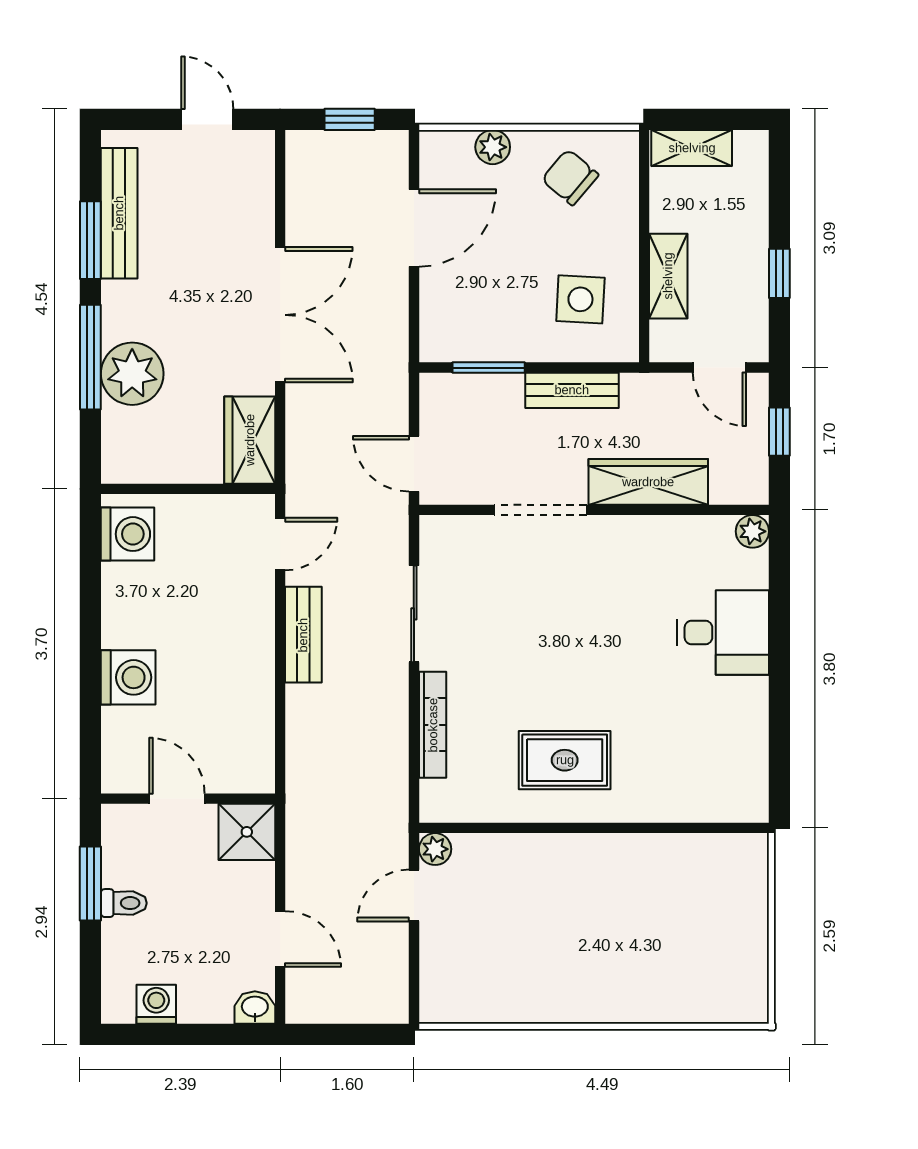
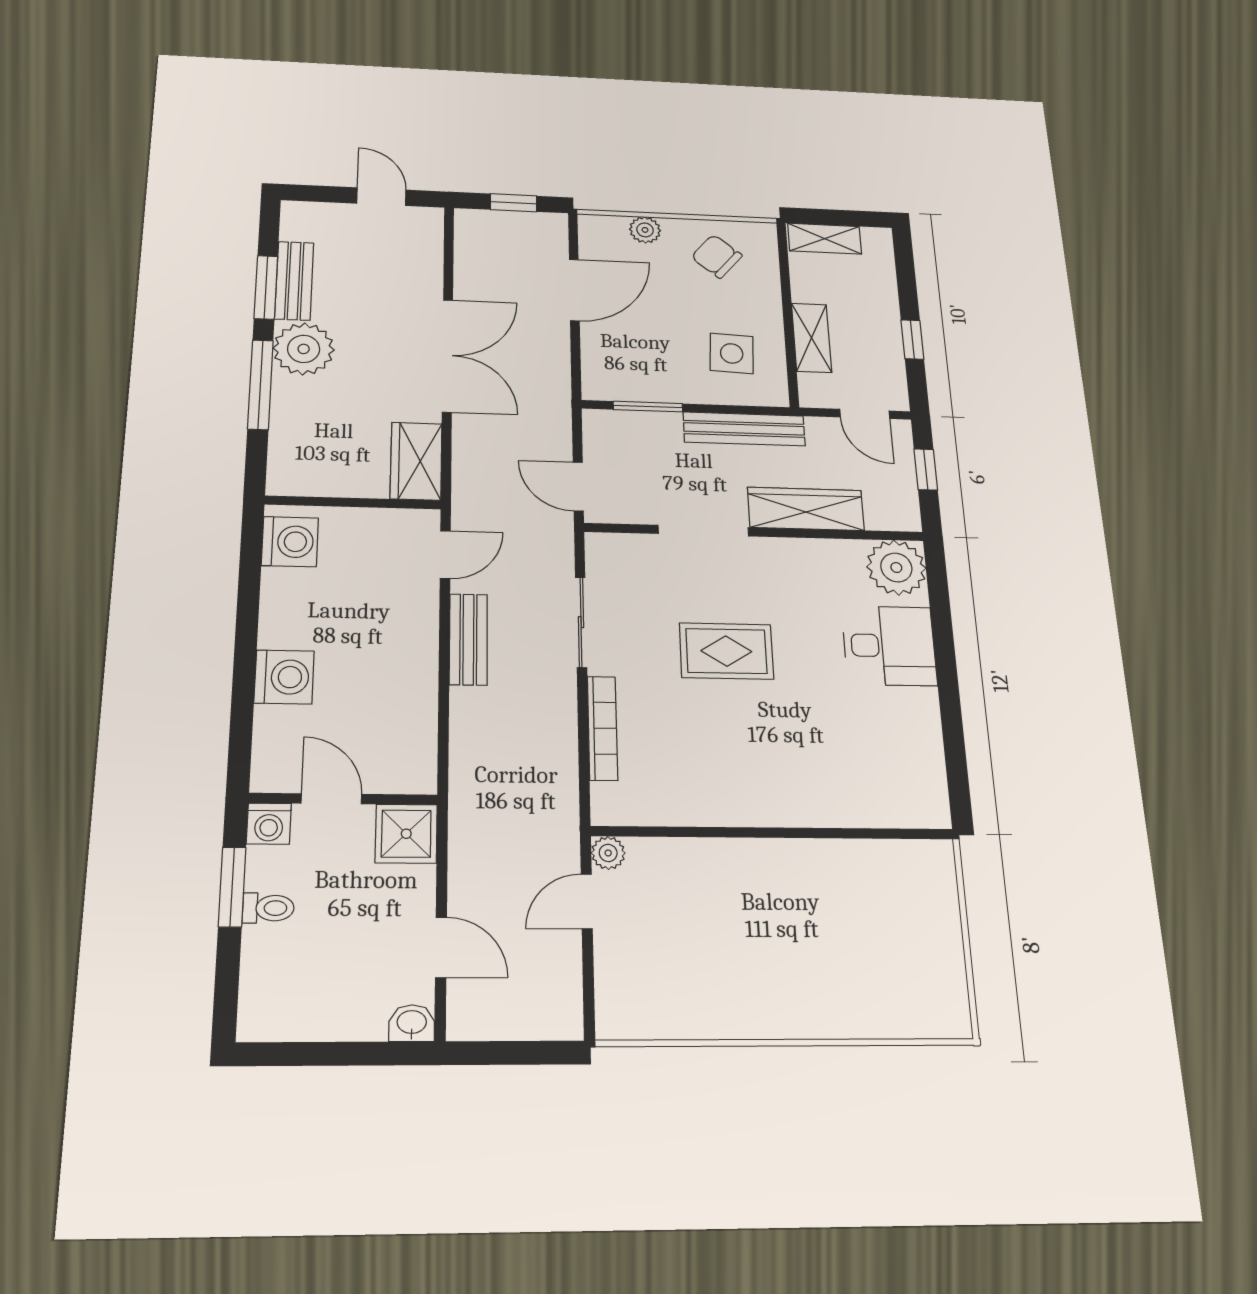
bench: (119, 213) -> (294, 281), width x0.73
plant: (132, 374) -> (304, 349), moved
bench: (572, 390) -> (744, 429), width x1.36
plant: (752, 531) -> (896, 568), width x1.87, depth x1.87
rug: (565, 760) -> (726, 651), moved
washing machine: (156, 1004) -> (269, 824), moved, turned 180

